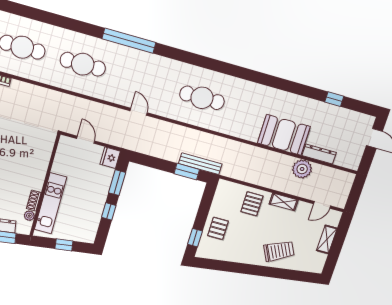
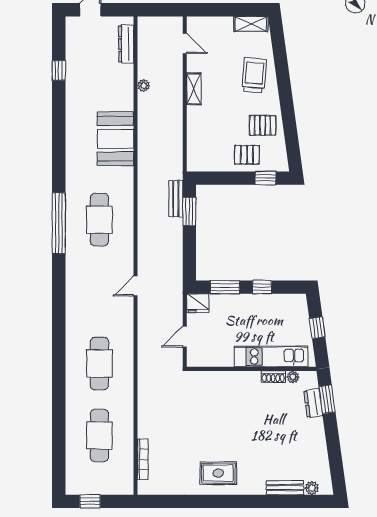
window: (129, 41) -> (59, 223), moved
booth: (284, 135) -> (115, 139), moved
dresser: (319, 154) -> (126, 44), moved
bench: (200, 164) -> (176, 199), width x0.73
plant: (302, 169) -> (144, 86), width x0.53, depth x0.53
pallet: (252, 204) -> (263, 125), moved
shelving: (327, 239) -> (251, 24), moved
trolley: (279, 251) -> (254, 75), turned 32

